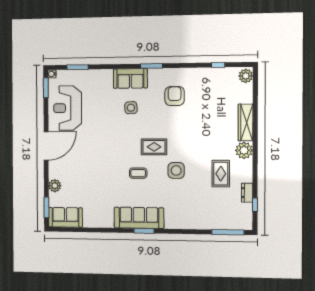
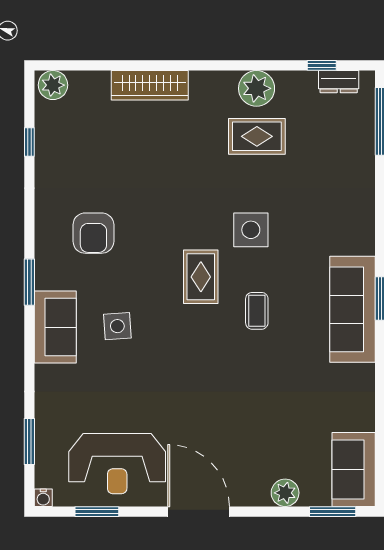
window: (46, 88) -> (97, 512), moved
armchair: (175, 96) -> (93, 233), turned -90
plant: (244, 150) -> (257, 88), moved
dresser: (247, 193) -> (339, 82), moved

